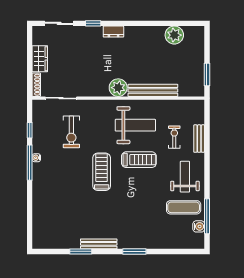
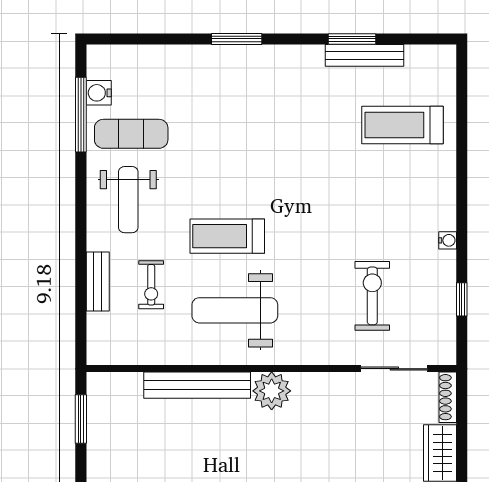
window: (30, 163) -> (462, 230), removed
treadmill: (102, 172) -> (402, 125), moved, turned 90
bench: (99, 244) -> (365, 55), moved

